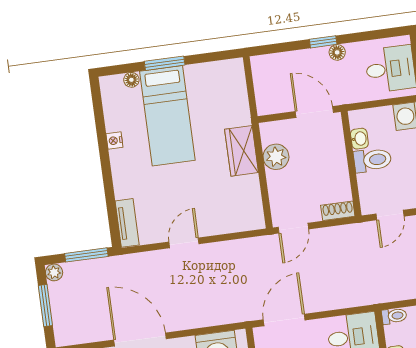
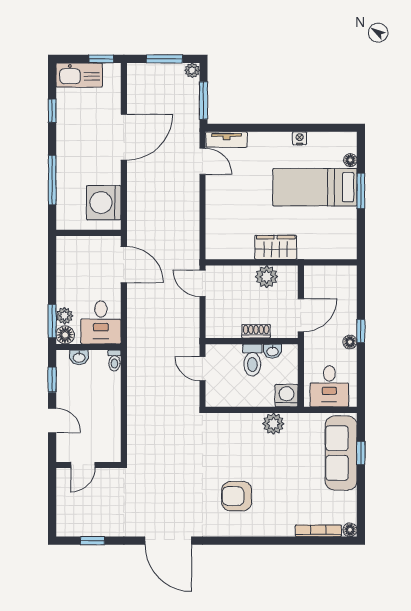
shoe rack: (338, 211) -> (256, 331), moved, turned -90
door: (184, 243) -> (203, 161), moved

